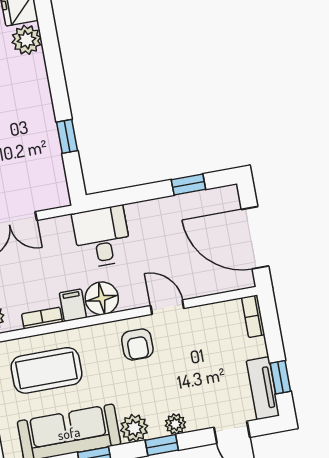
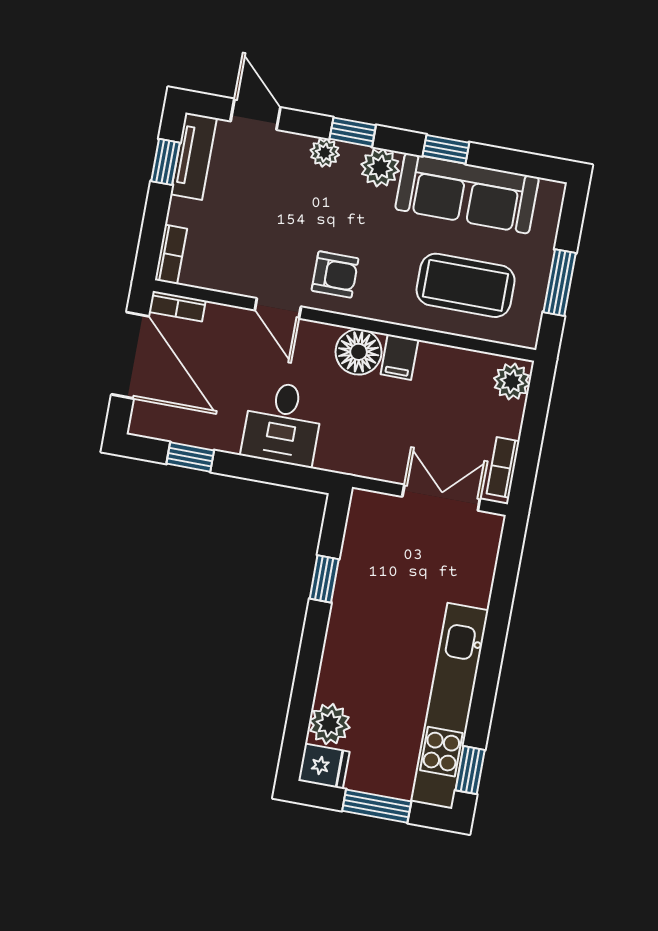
desk: (102, 237) -> (283, 423), moved
bookcase: (42, 318) -> (177, 306), moved
armchair: (137, 344) -> (335, 274), turned 90

